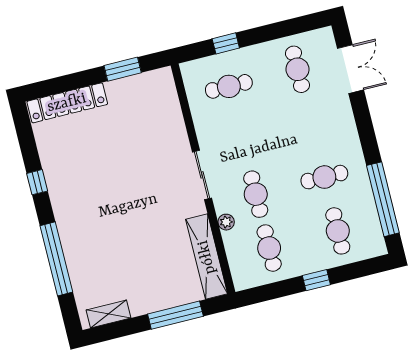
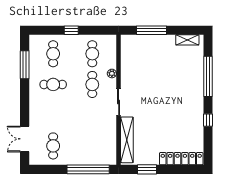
window: (226, 43) -> (88, 169), width x3.17
cafe table: (229, 86) -> (92, 146), removed
window: (383, 199) -> (25, 65), width x0.68
shelving: (207, 257) -> (127, 140), moved

